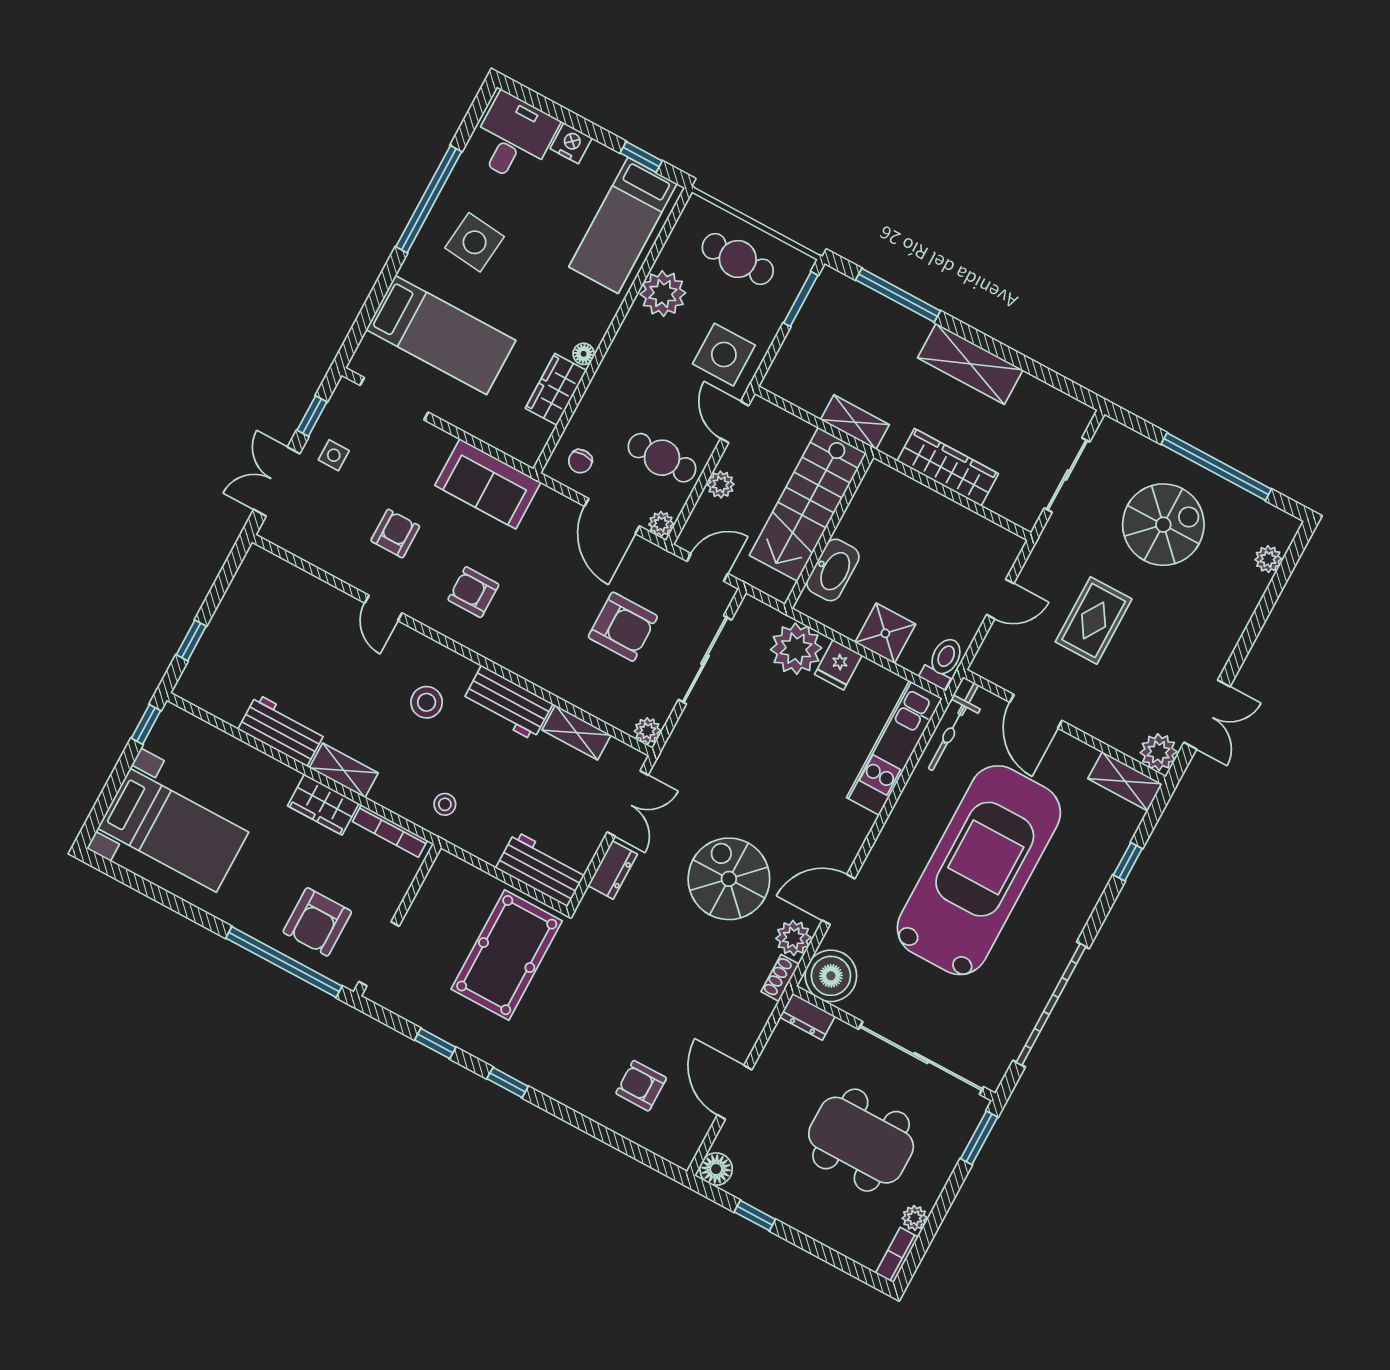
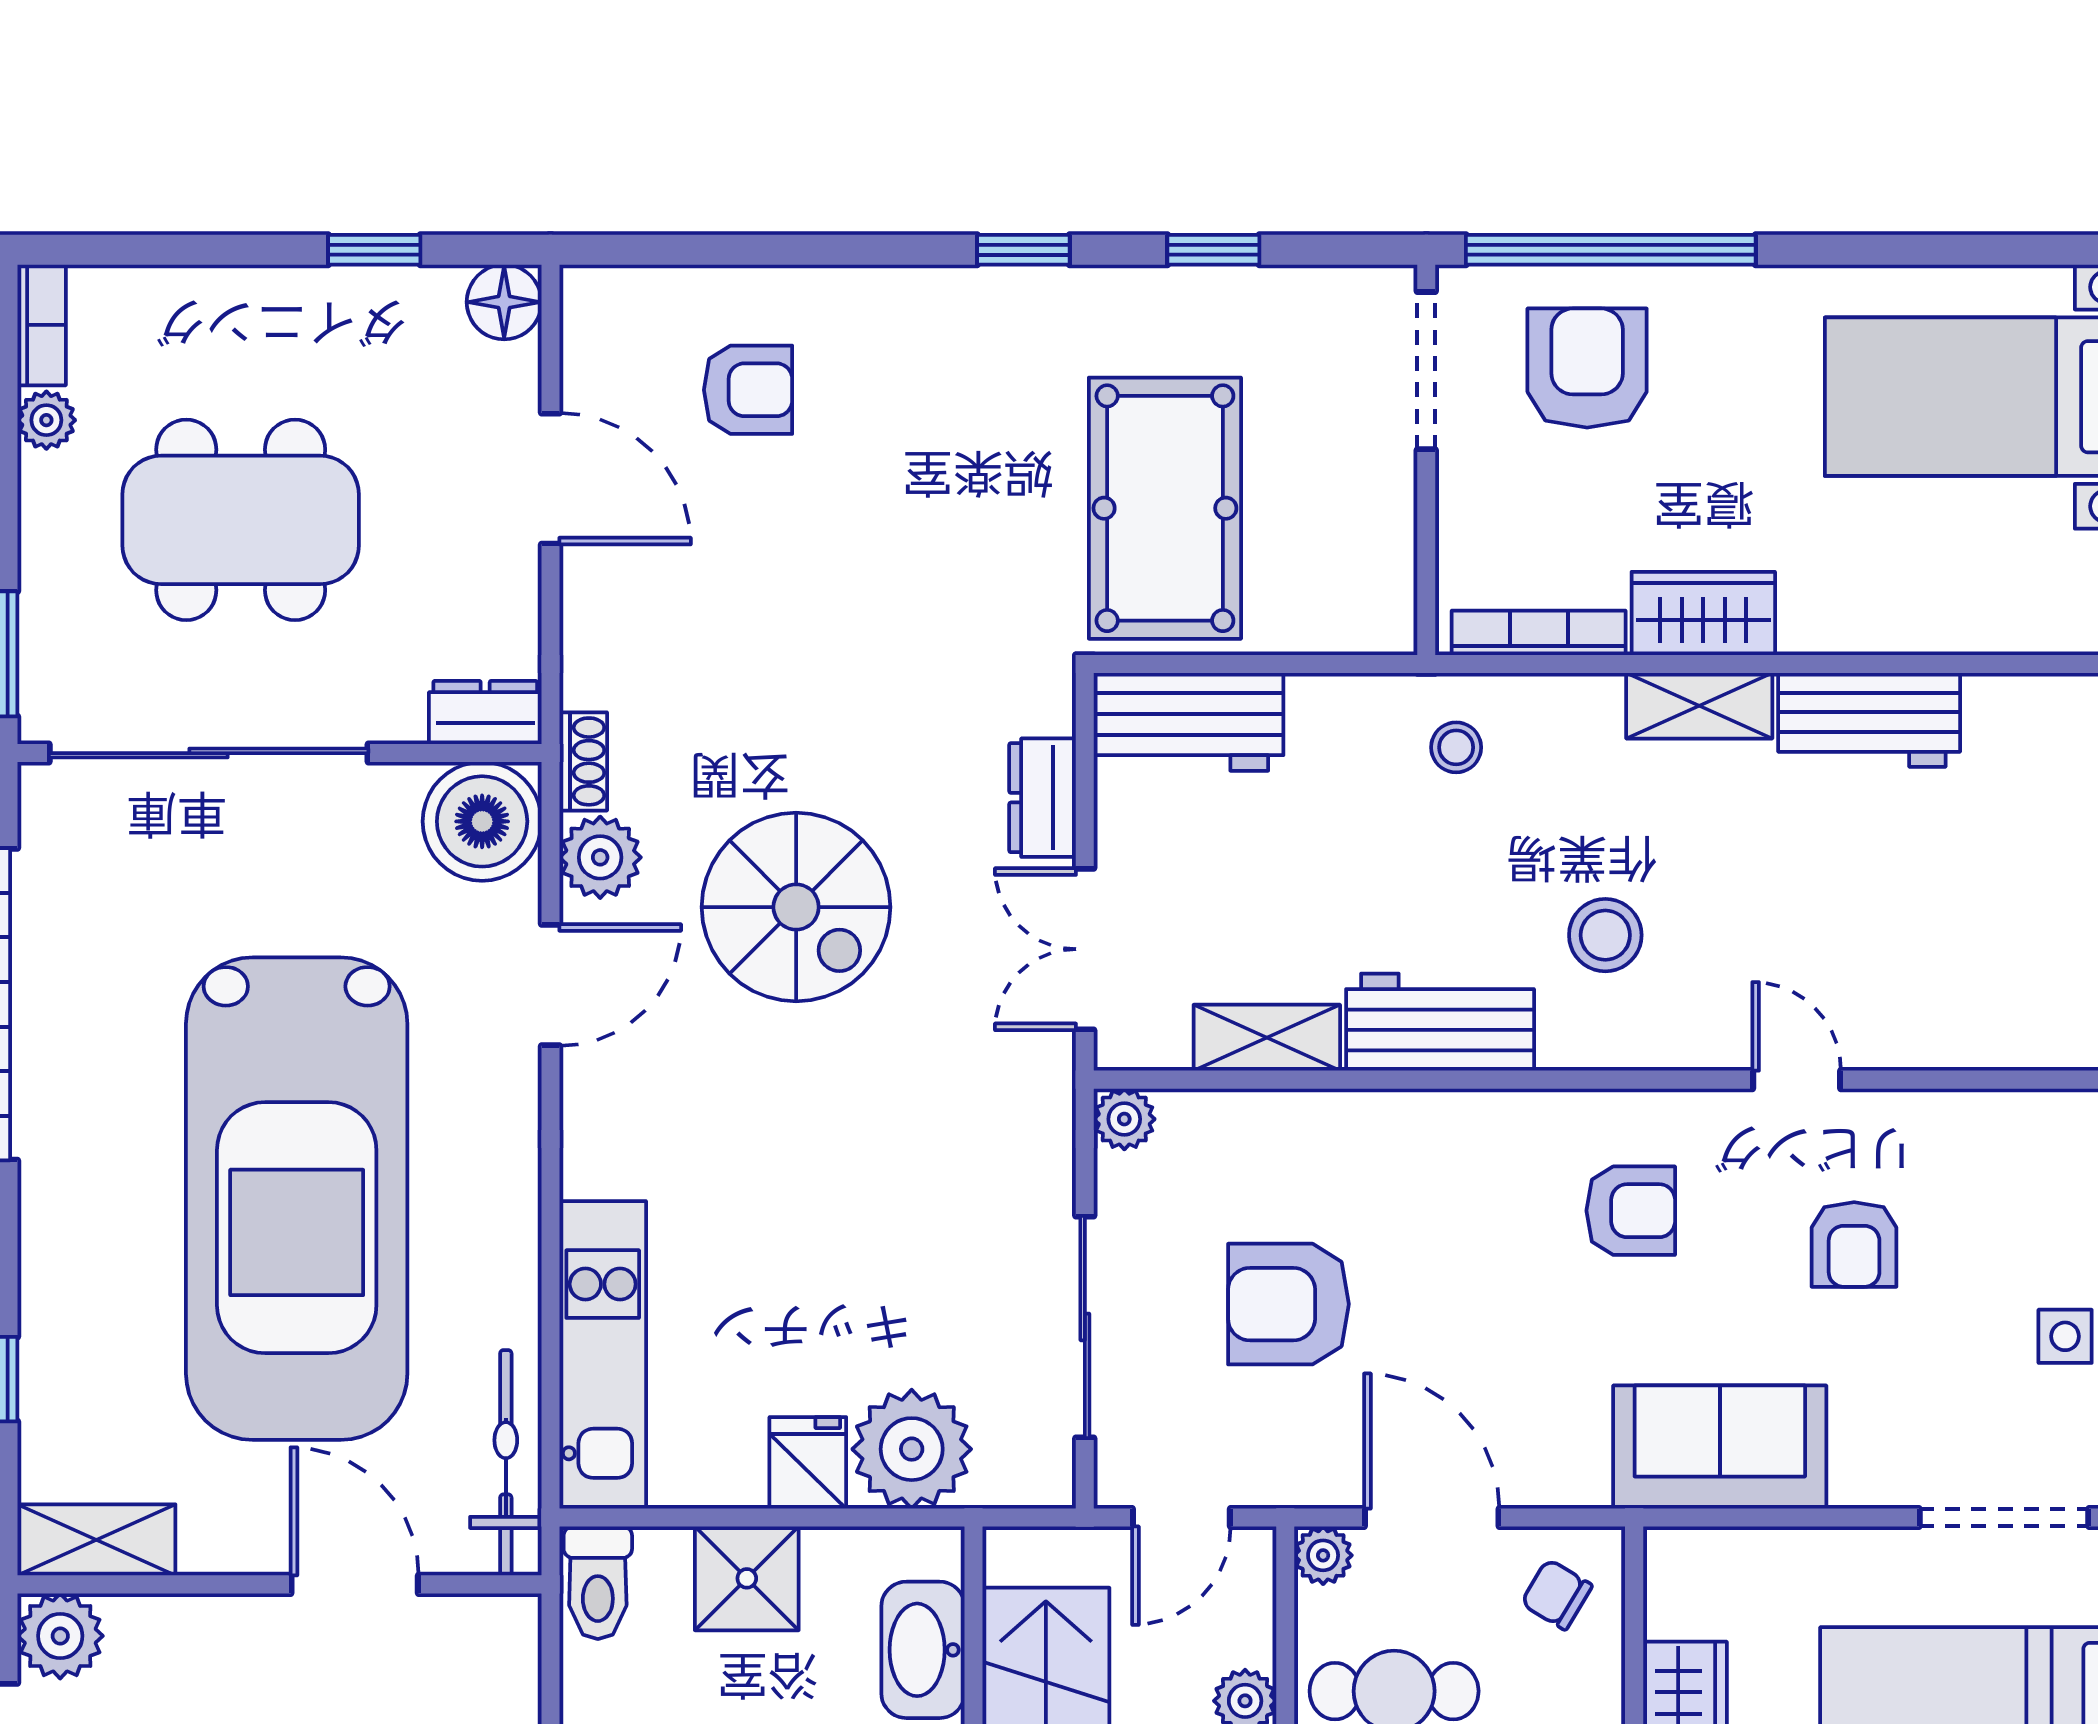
chair: (580, 461) -> (1557, 1594), turned -59

